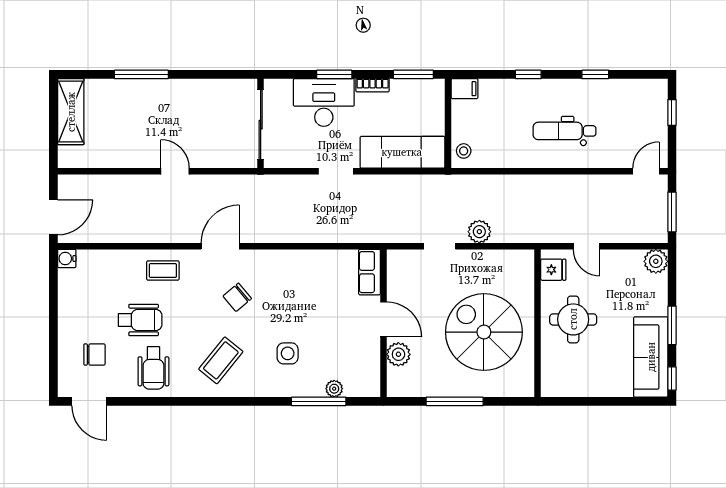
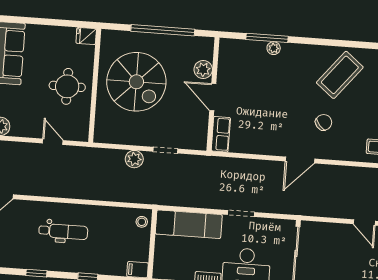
door: (220, 246) -> (300, 160), moved
fridge: (553, 270) -> (86, 36), moved
side table: (288, 353) -> (288, 76), removed
coffee table: (221, 360) -> (340, 75), width x1.36, depth x1.32
plant: (334, 389) -> (274, 48), moved
window: (455, 401) -> (163, 30), width x1.46

